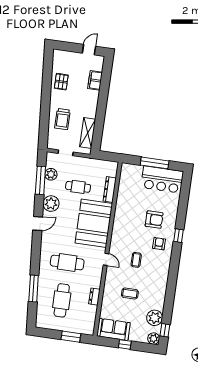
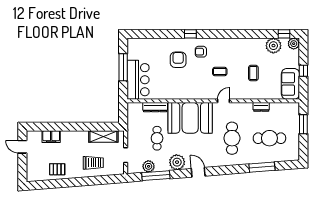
bar counter: (162, 179) -> (138, 80), moved

